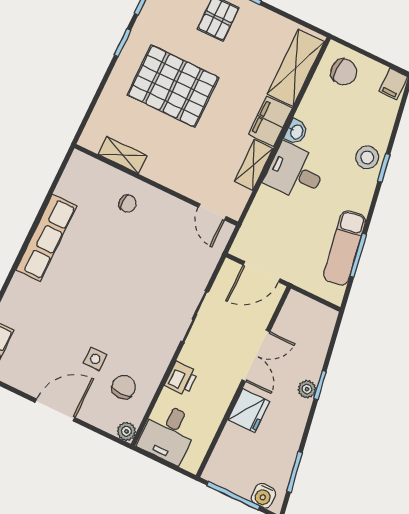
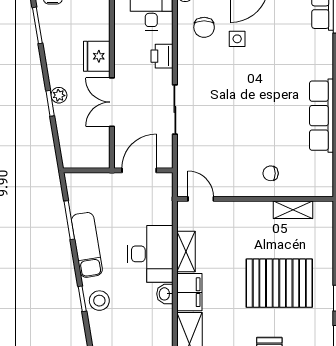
desk: (295, 172) -> (150, 254), width x1.37
exam couch: (344, 248) -> (87, 245), moved

